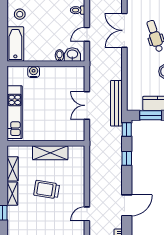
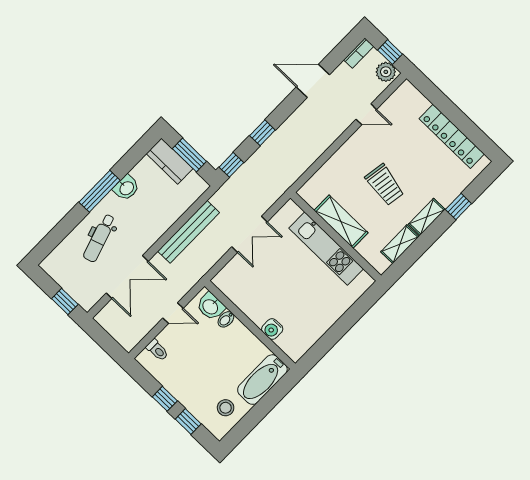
bench: (116, 103) -> (189, 232), moved
kitchen unit: (15, 112) -> (326, 249), moved, turned -90

